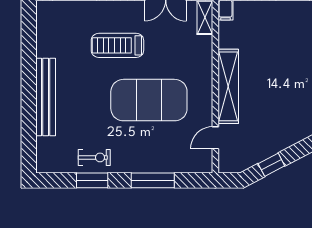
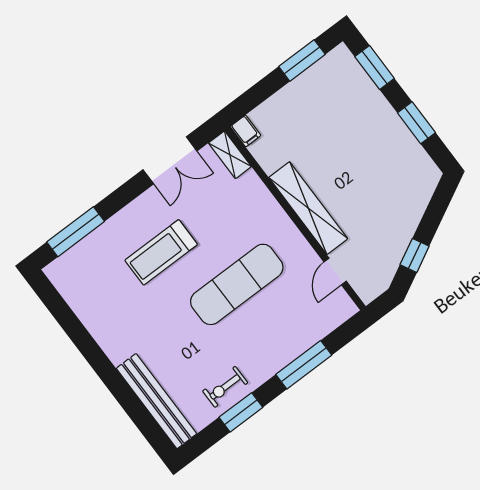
bench: (46, 97) -> (156, 401), moved
exercise mat: (149, 100) -> (237, 284), width x0.68
exercise bike: (94, 157) -> (225, 387), turned 180

